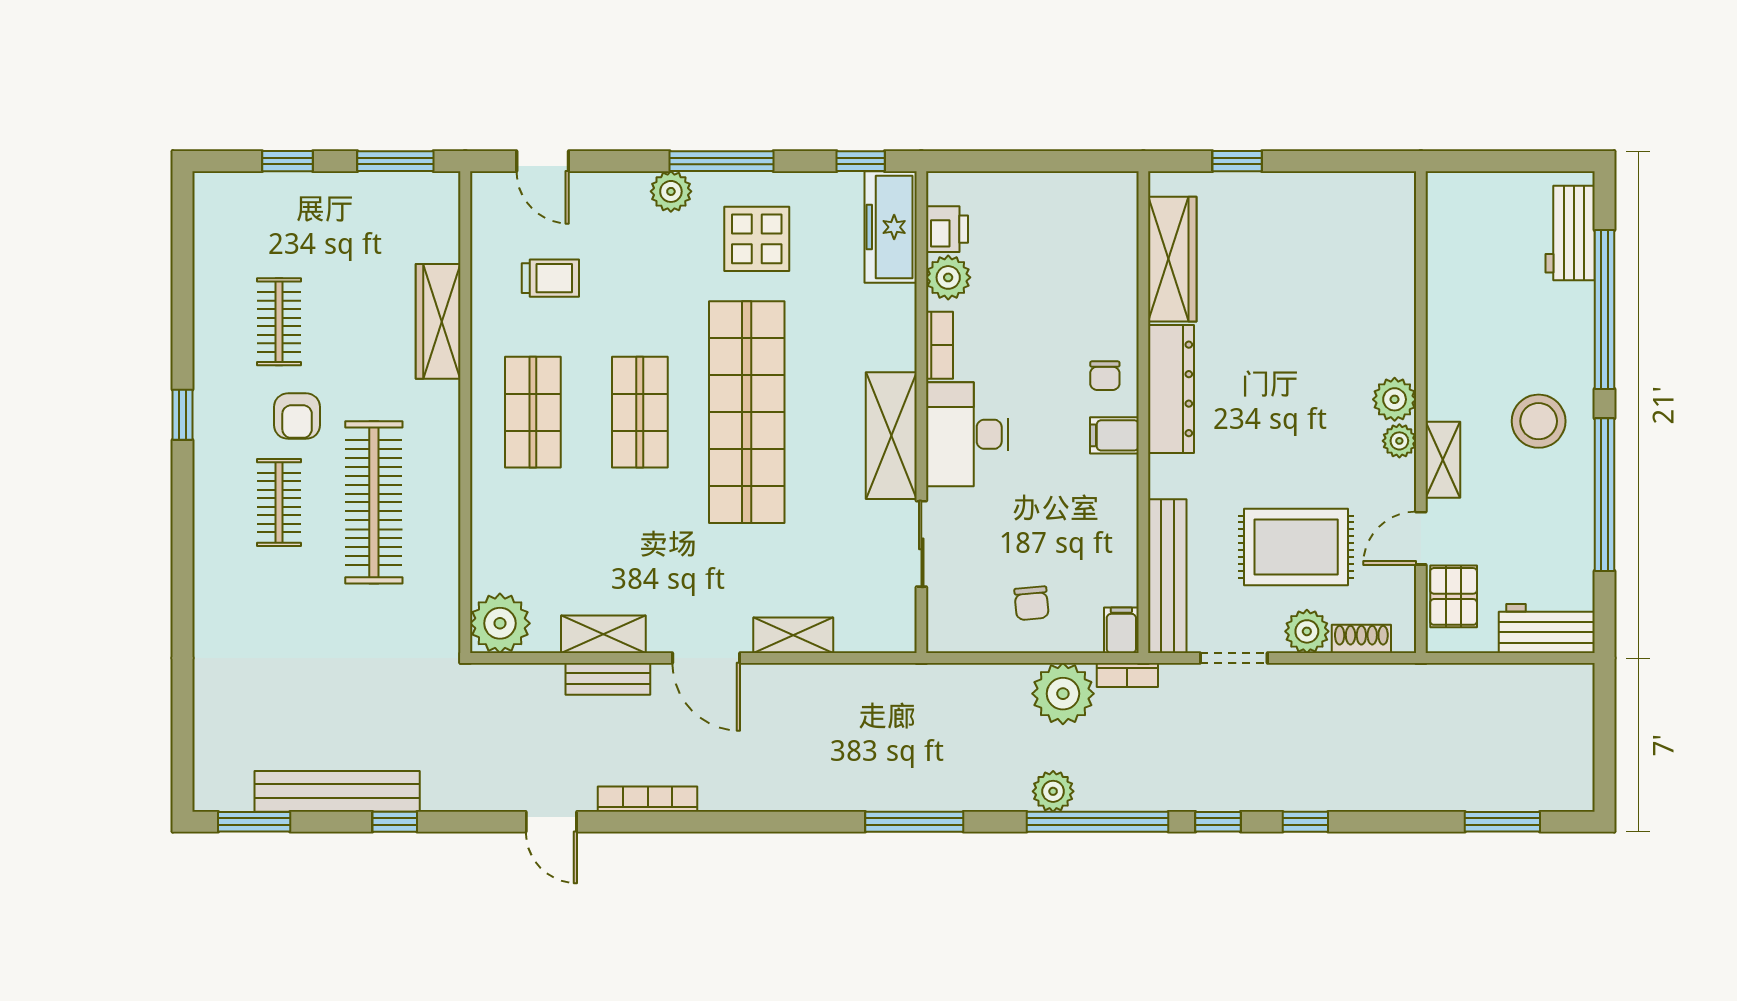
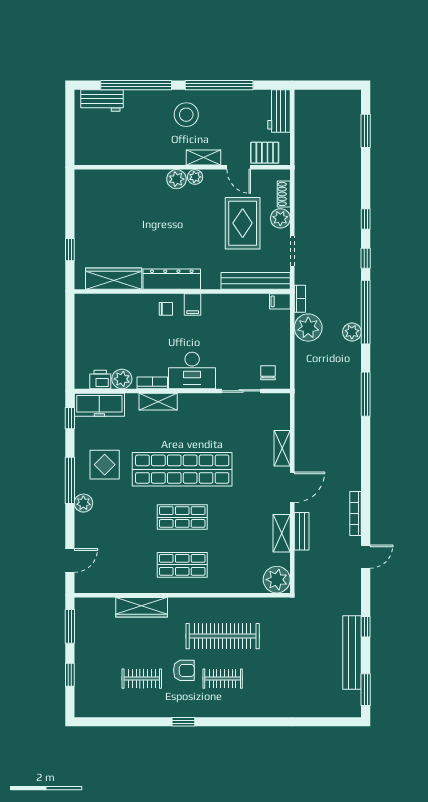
trolley: (550, 278) -> (122, 557), removed
shelving: (891, 436) -> (158, 402), moved, width x0.67, depth x0.75
chair: (1032, 603) -> (268, 373), moved, turned -85

